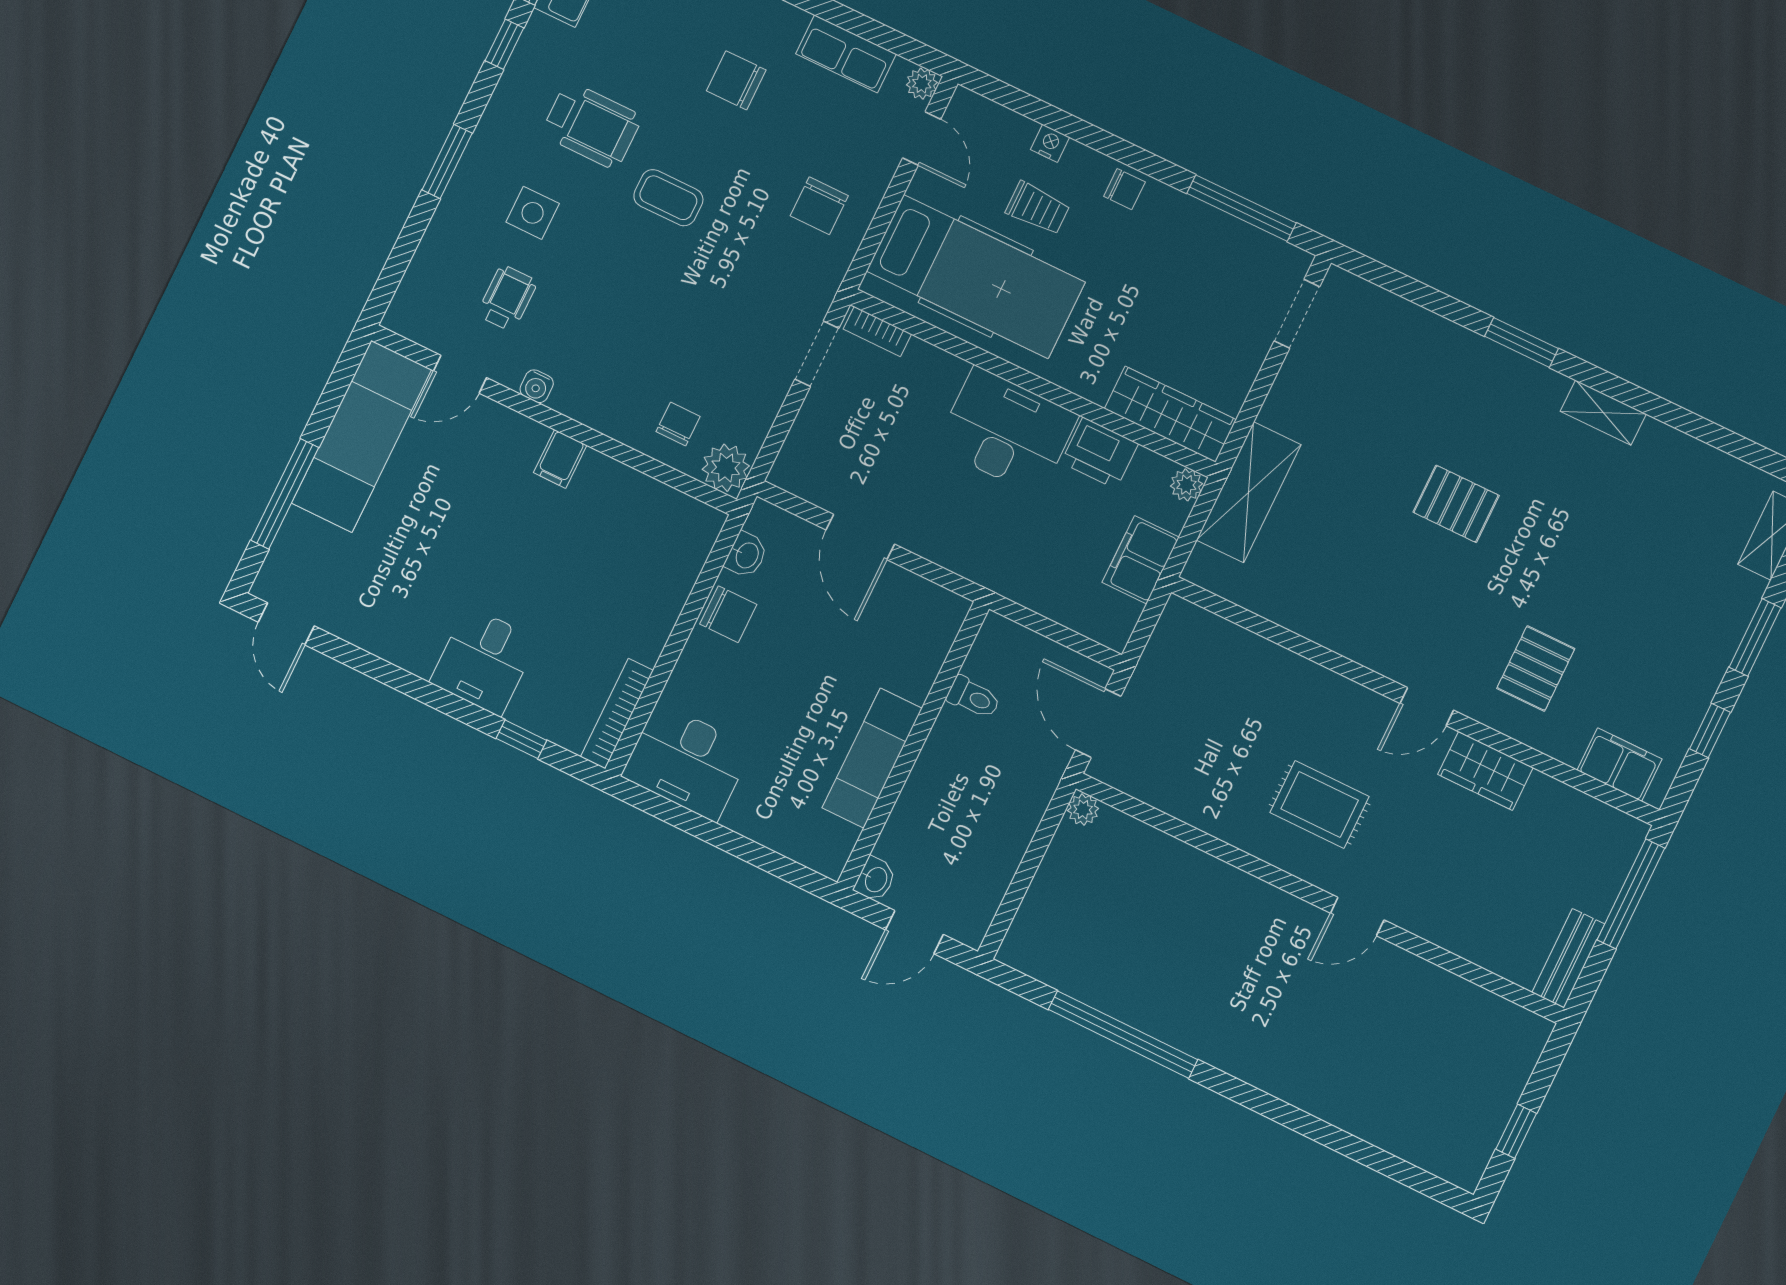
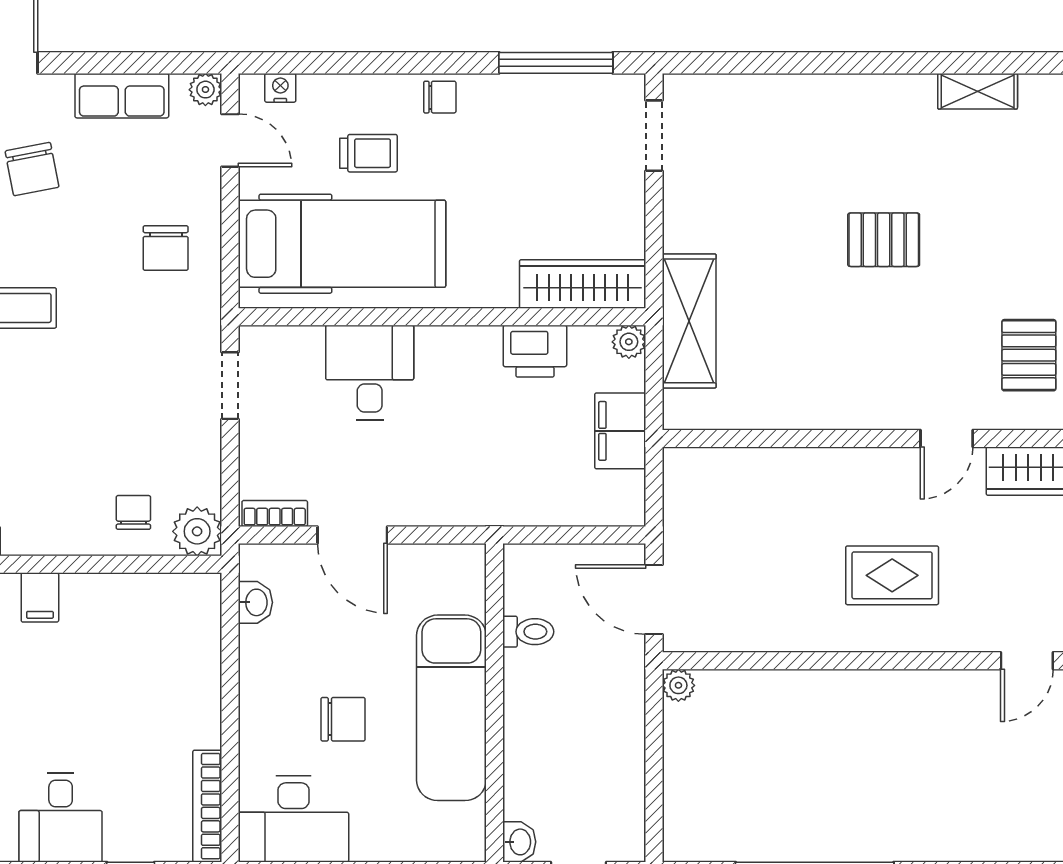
chair: (736, 80) -> (32, 169), turned -101
nightstand: (1050, 143) -> (280, 88), moved
bookcase: (877, 331) -> (275, 513), moved, turned 180
window: (1521, 342) -> (872, 63), removed
desk: (1007, 431) -> (370, 372), moved, width x0.73
chair: (728, 614) -> (343, 719), moved
exam couch: (872, 758) -> (451, 708), width x1.36, depth x1.45
door: (1357, 917) -> (1027, 661), moved

